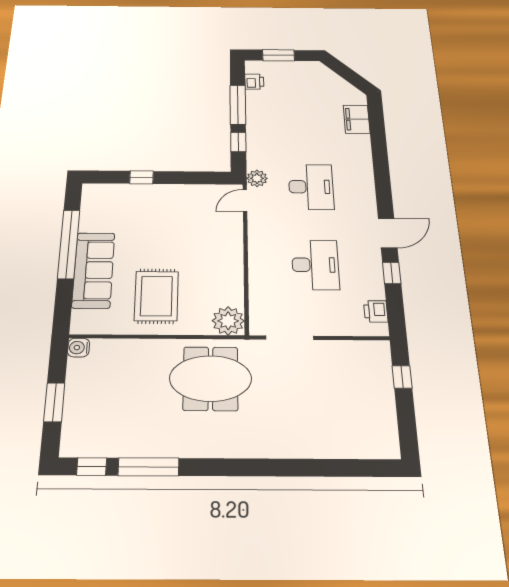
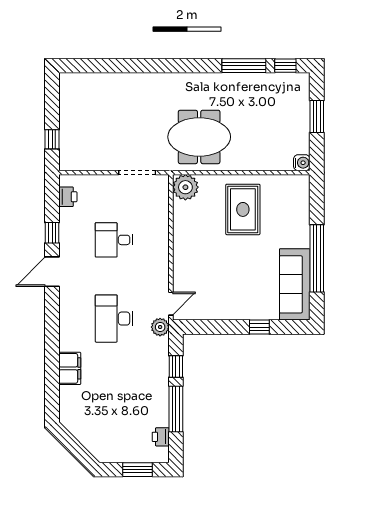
filing cabinet: (357, 119) -> (70, 368), moved
desk: (315, 265) -> (114, 240), width x0.73
sofa: (93, 270) -> (295, 284), moved

